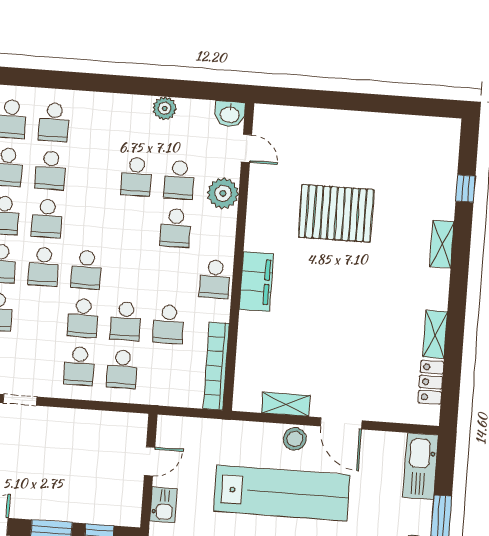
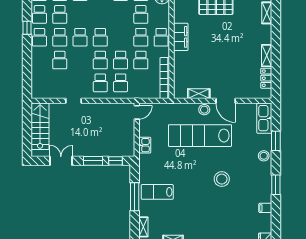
school desk: (47, 218) -> (141, 37), moved
door: (150, 461) -> (137, 112), moved
lab bench: (282, 493) -> (200, 136), turned 180

